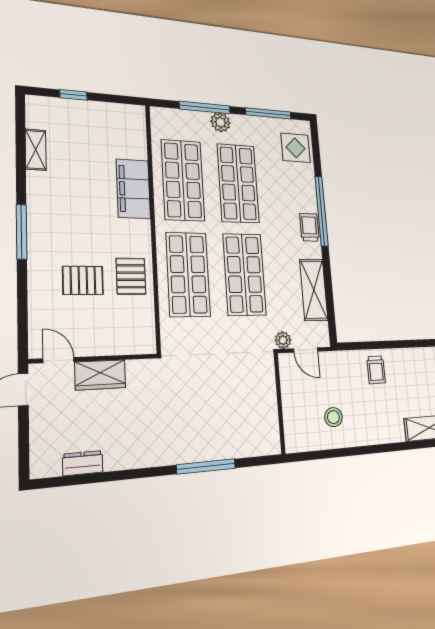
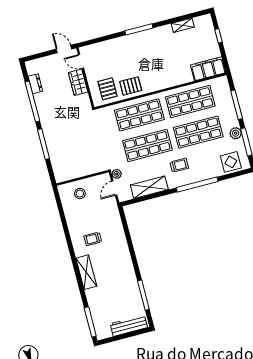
plant: (220, 122) -> (236, 133), moved
filing cabinet: (133, 189) -> (208, 69), moved
trolley: (309, 227) -> (179, 165), moved
pallet: (83, 280) -> (108, 89), moved
door: (59, 360) -> (81, 61), swing flipped
trolley: (376, 370) -> (93, 239), moved
stool: (333, 417) -> (80, 194), moved
window: (118, 476) -> (32, 102), added

